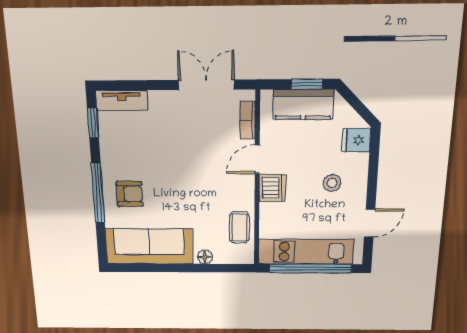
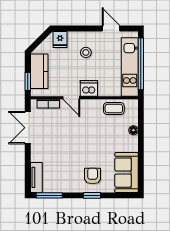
window: (307, 84) -> (28, 81), moved
window: (93, 123) -> (49, 195), width x1.50
window: (98, 193) -> (92, 195), width x0.46
sofa: (149, 246) -> (126, 173), width x0.73

